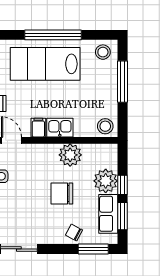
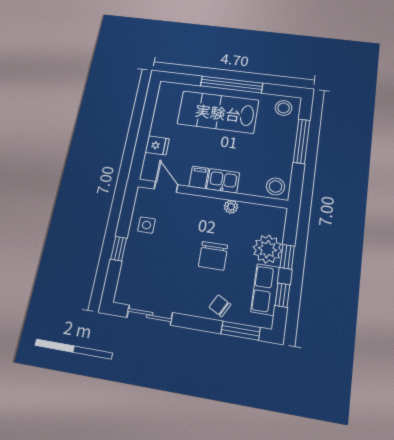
plant: (70, 155) -> (231, 207), width x0.53, depth x0.53
chair: (62, 193) -> (213, 256), turned -90
window: (122, 216) -> (283, 295), width x0.67

